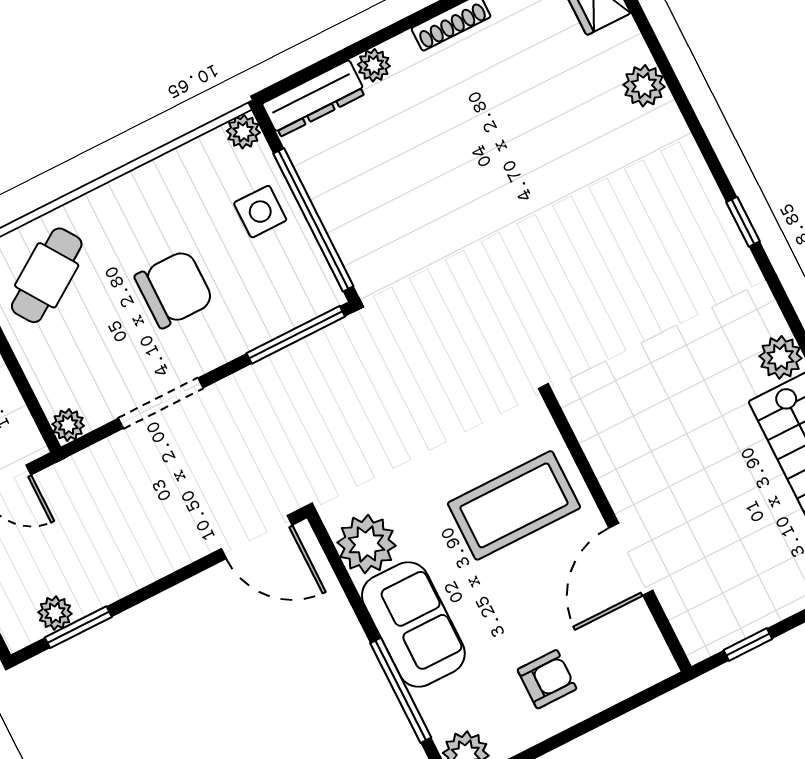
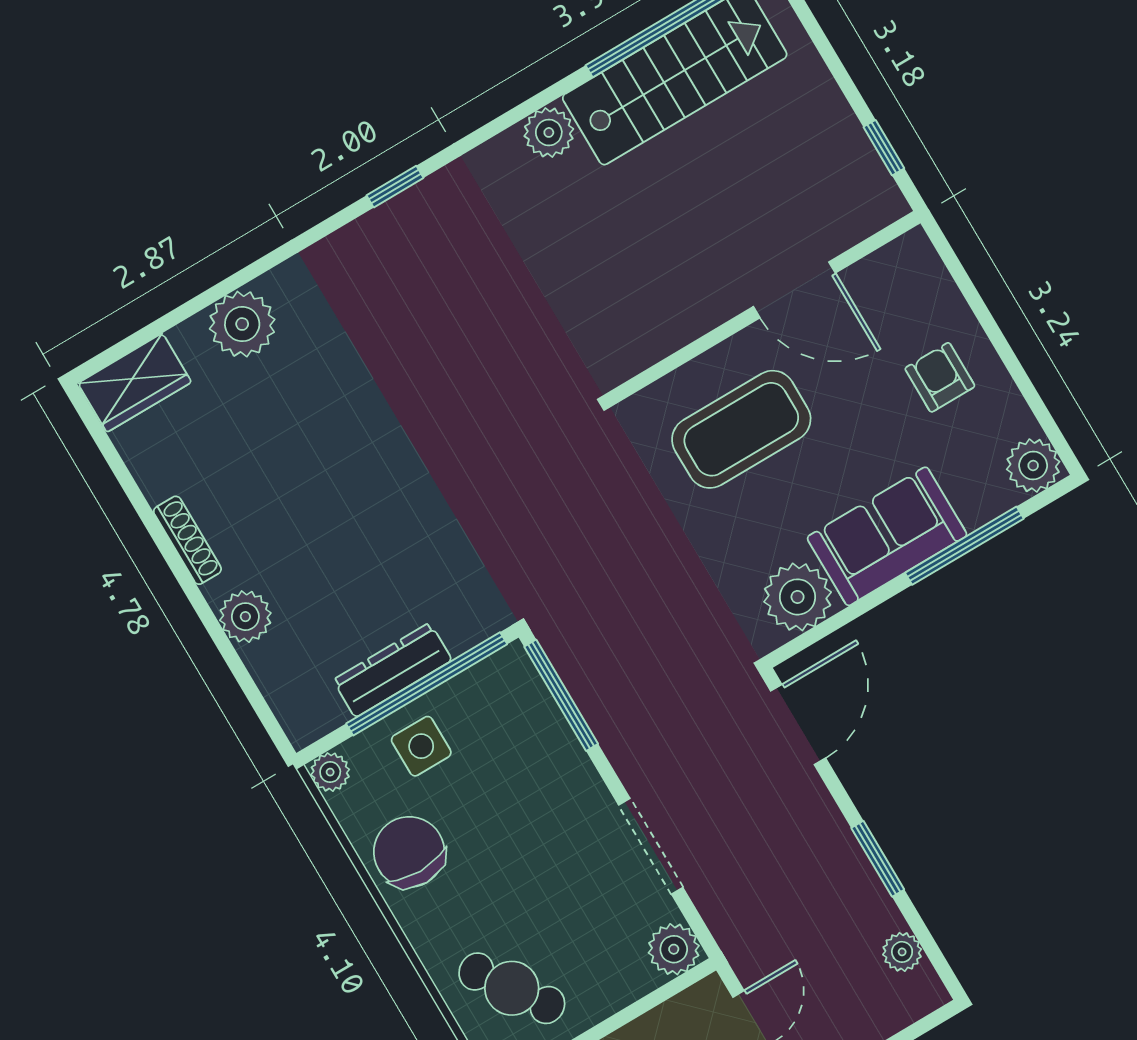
plant: (374, 65) -> (245, 617), width x1.38, depth x1.38
plant: (644, 86) -> (242, 324), width x1.36, depth x1.36
dresser: (314, 99) -> (393, 670), moved, turned -90
chair: (174, 289) -> (409, 852), moved
plant: (68, 425) -> (674, 949), width x1.38, depth x1.38
coffee table: (514, 505) -> (741, 429), turned 90
window: (78, 627) -> (878, 859), moved

